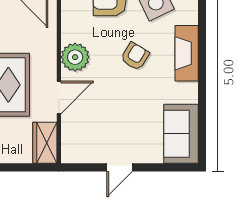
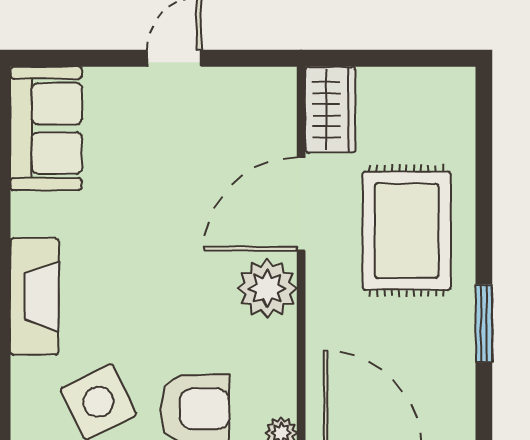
armchair: (135, 56) -> (142, 290), removed
door: (59, 98) -> (301, 204), width x1.36

